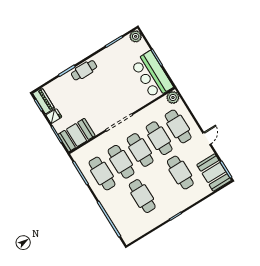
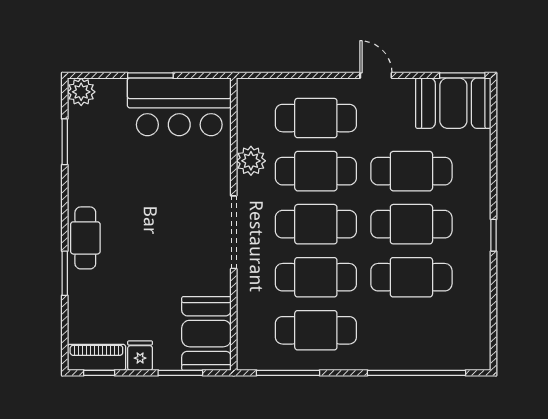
plant: (173, 98) -> (251, 161), moved
cafe table: (161, 184) -> (411, 224), added

